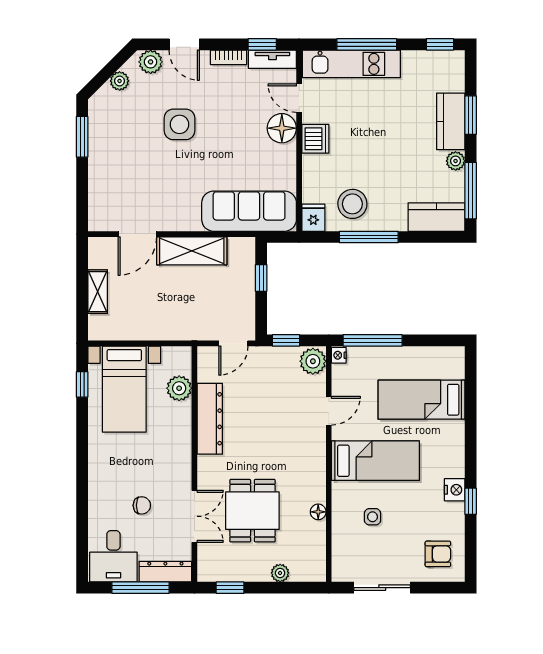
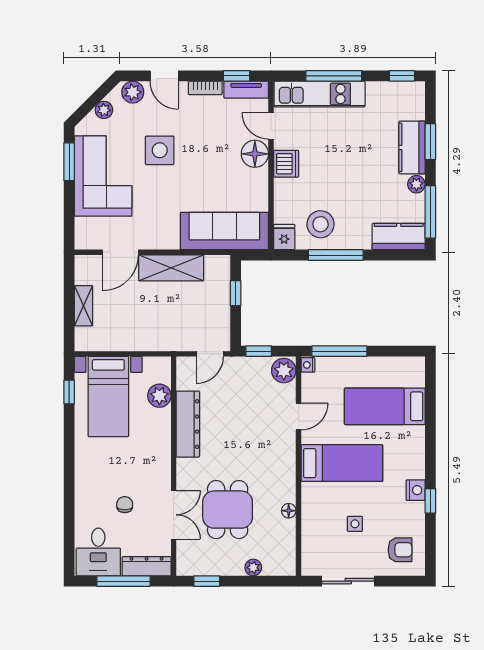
corner sofa: (119, 152) -> (103, 176), added
chair: (142, 505) -> (125, 505), turned -90
side table: (373, 517) -> (355, 524), moved

